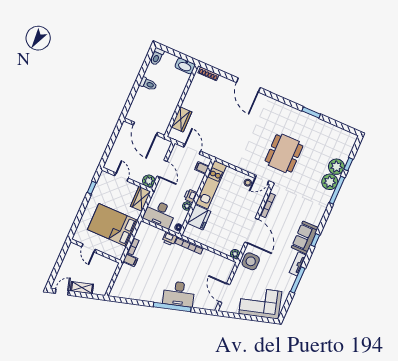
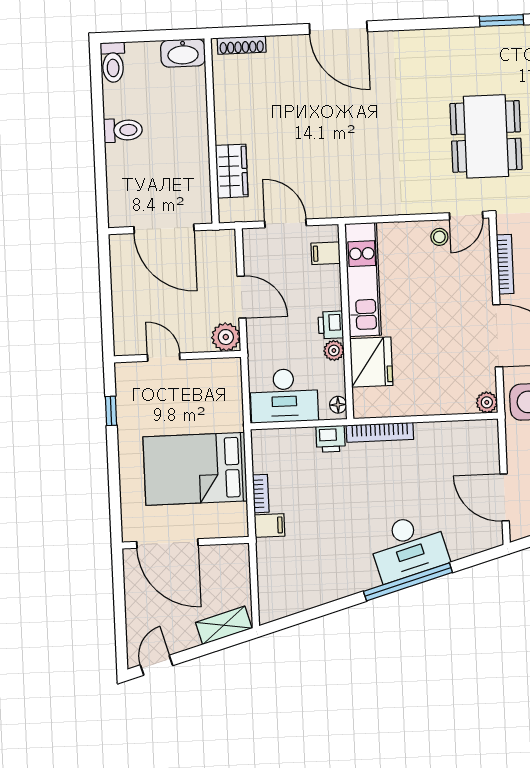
wardrobe: (141, 199) -> (227, 384), removed
door: (88, 248) -> (167, 543), width x1.88
shelving: (82, 288) -> (224, 625), moved

